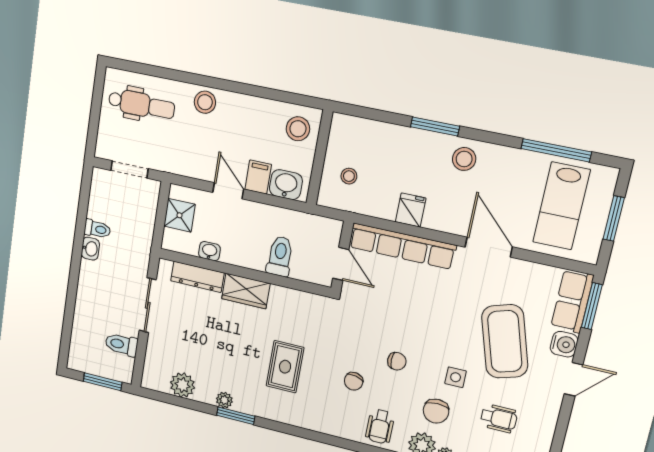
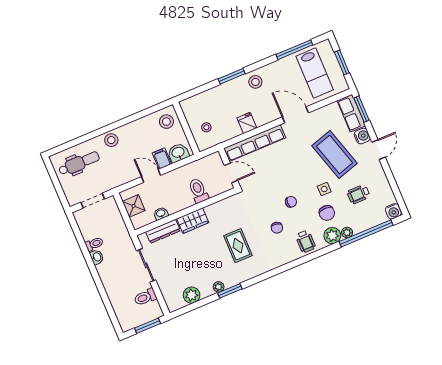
wheelchair: (499, 418) -> (358, 194), turned 180

